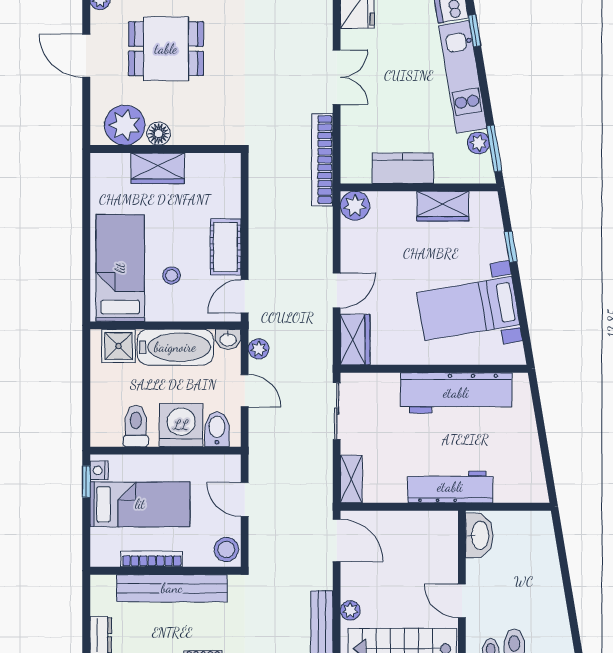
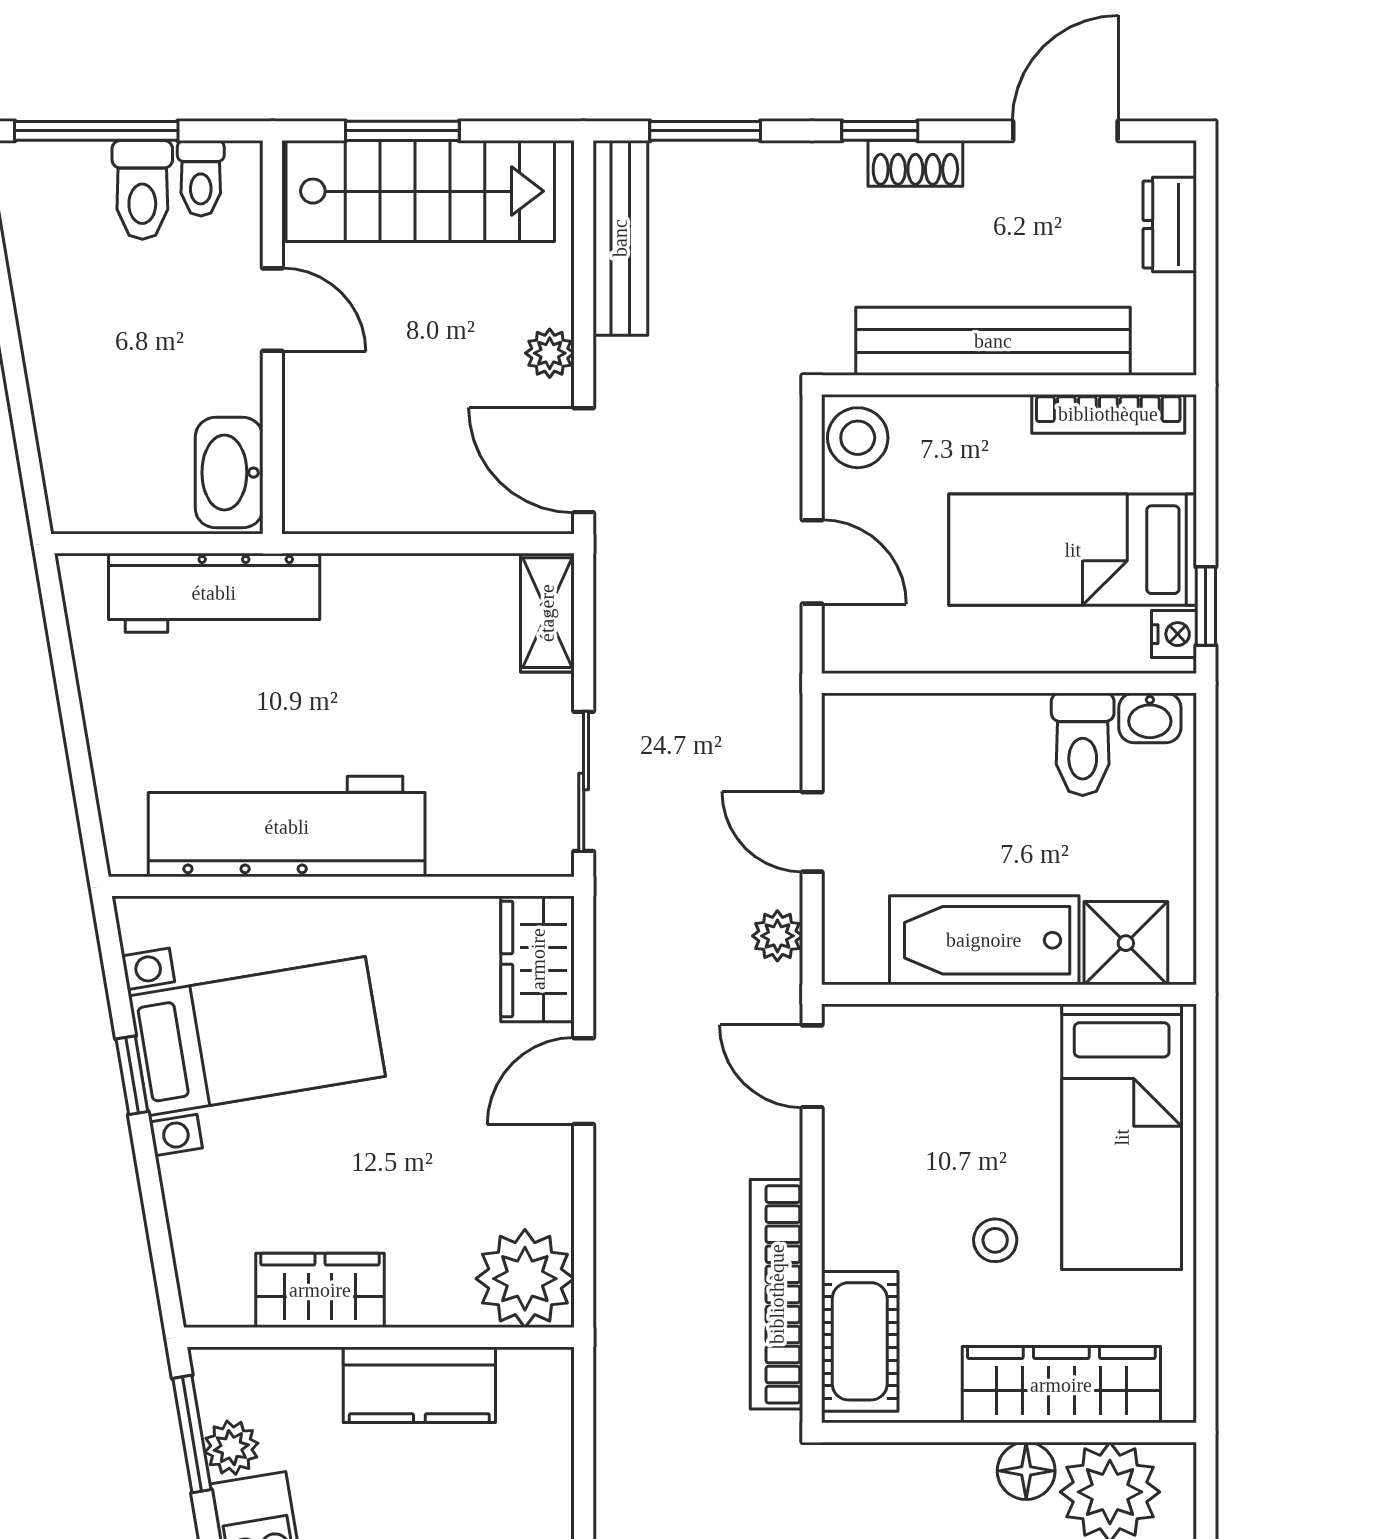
bookcase: (322, 160) -> (777, 1294), moved, turned 180
wardrobe: (158, 168) -> (1061, 1385), width x1.50
plant: (355, 206) -> (525, 1279), width x1.36, depth x1.36
cot: (226, 247) -> (860, 1341), moved
window: (511, 247) -> (132, 1075), moved
stool: (172, 275) -> (995, 1240), moved
door: (245, 296) -> (812, 1066), swing flipped
washbasin: (228, 339) -> (1150, 718), moved, turned 180
washing machine: (181, 425) -> (970, 747), removed
bidet: (217, 429) -> (881, 736), removed
workbench: (450, 487) -> (214, 593), moved
bookcase: (152, 559) -> (1108, 414), moved
plant: (350, 610) -> (550, 353), moved

